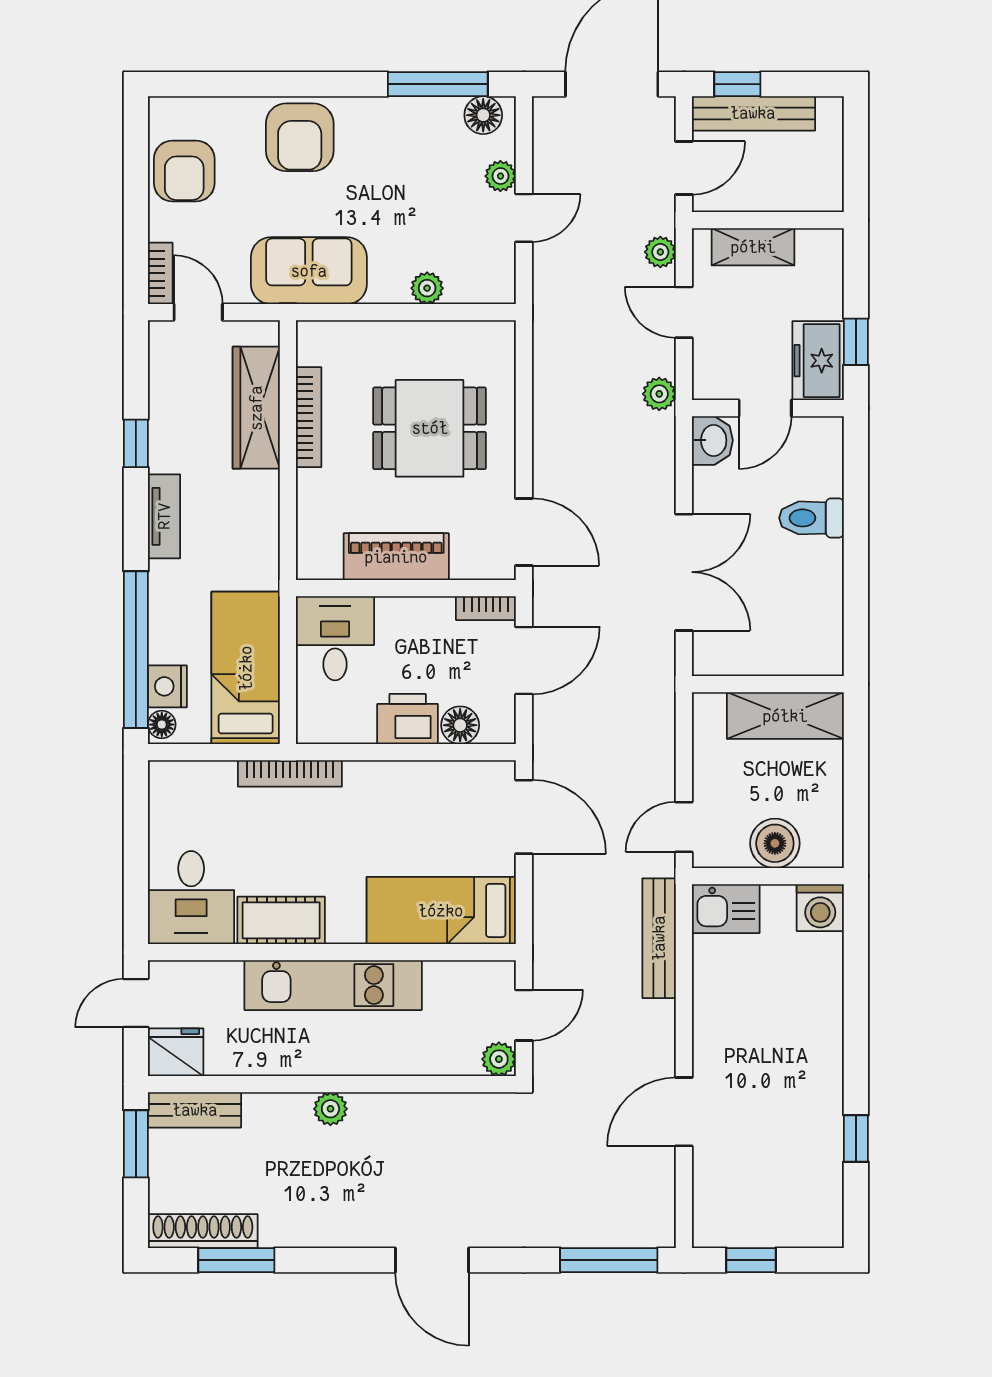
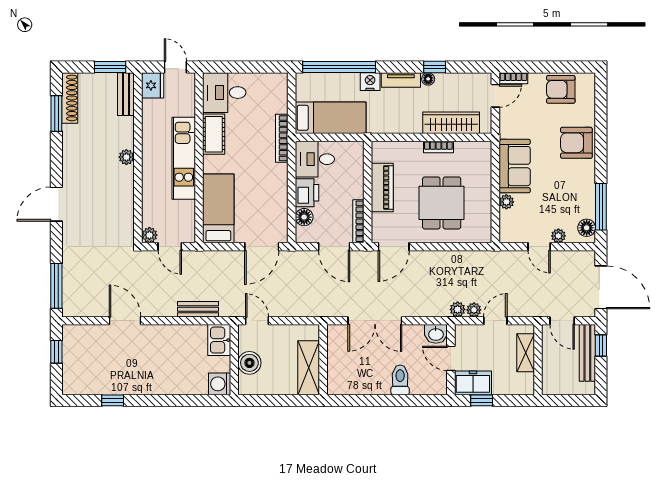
plant: (660, 252) -> (474, 310), moved
sofa: (309, 271) -> (515, 166), moved
bookcase: (309, 417) -> (438, 147), width x0.64
bookcase: (486, 608) -> (358, 221), width x1.56
desk: (335, 638) -> (315, 159), moved, turned 180
nightstand: (167, 686) -> (370, 82), moved
floor lamp: (162, 725) -> (428, 79), moved
bench: (659, 938) -> (198, 309), width x0.73

